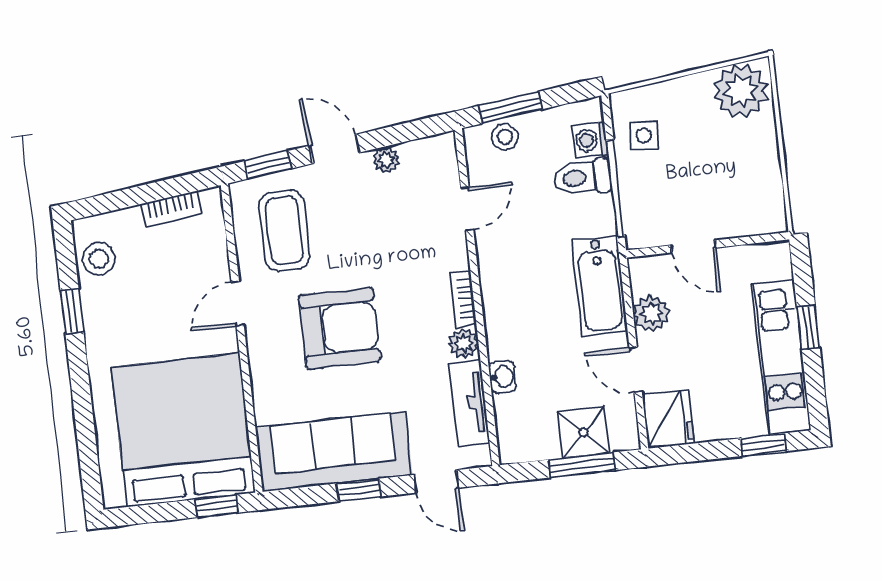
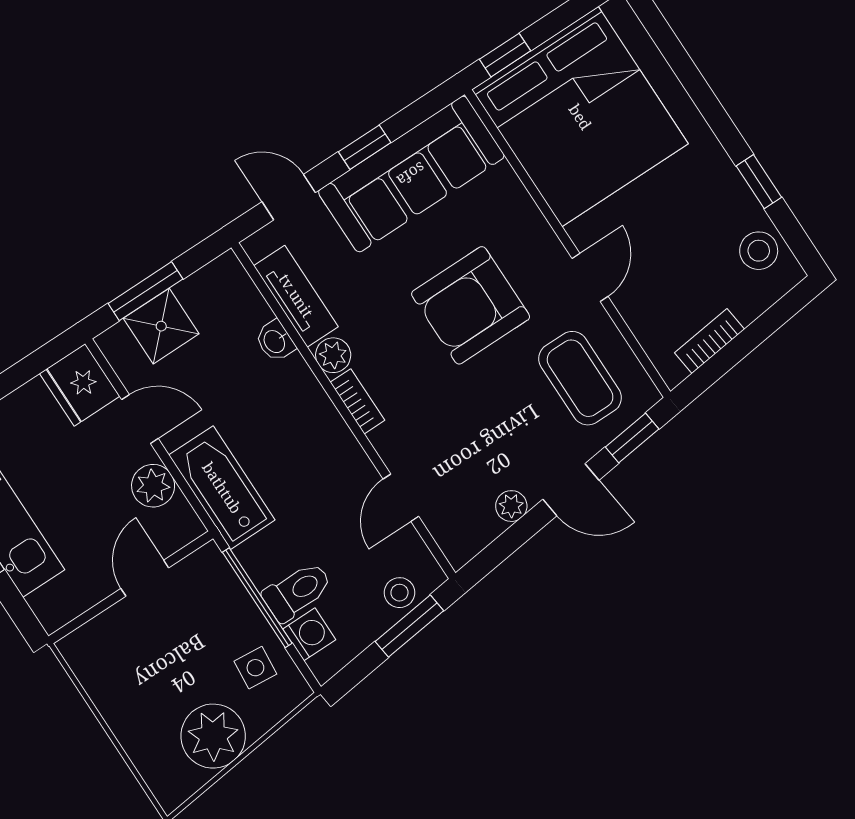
plant: (741, 91) -> (213, 736), moved
door: (693, 246) -> (145, 578), hinge flipped

